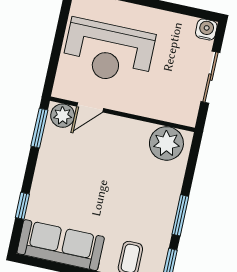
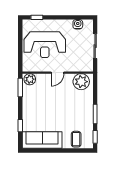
water cooler: (206, 29) -> (78, 24), moved
door: (90, 107) -> (57, 73), moved

